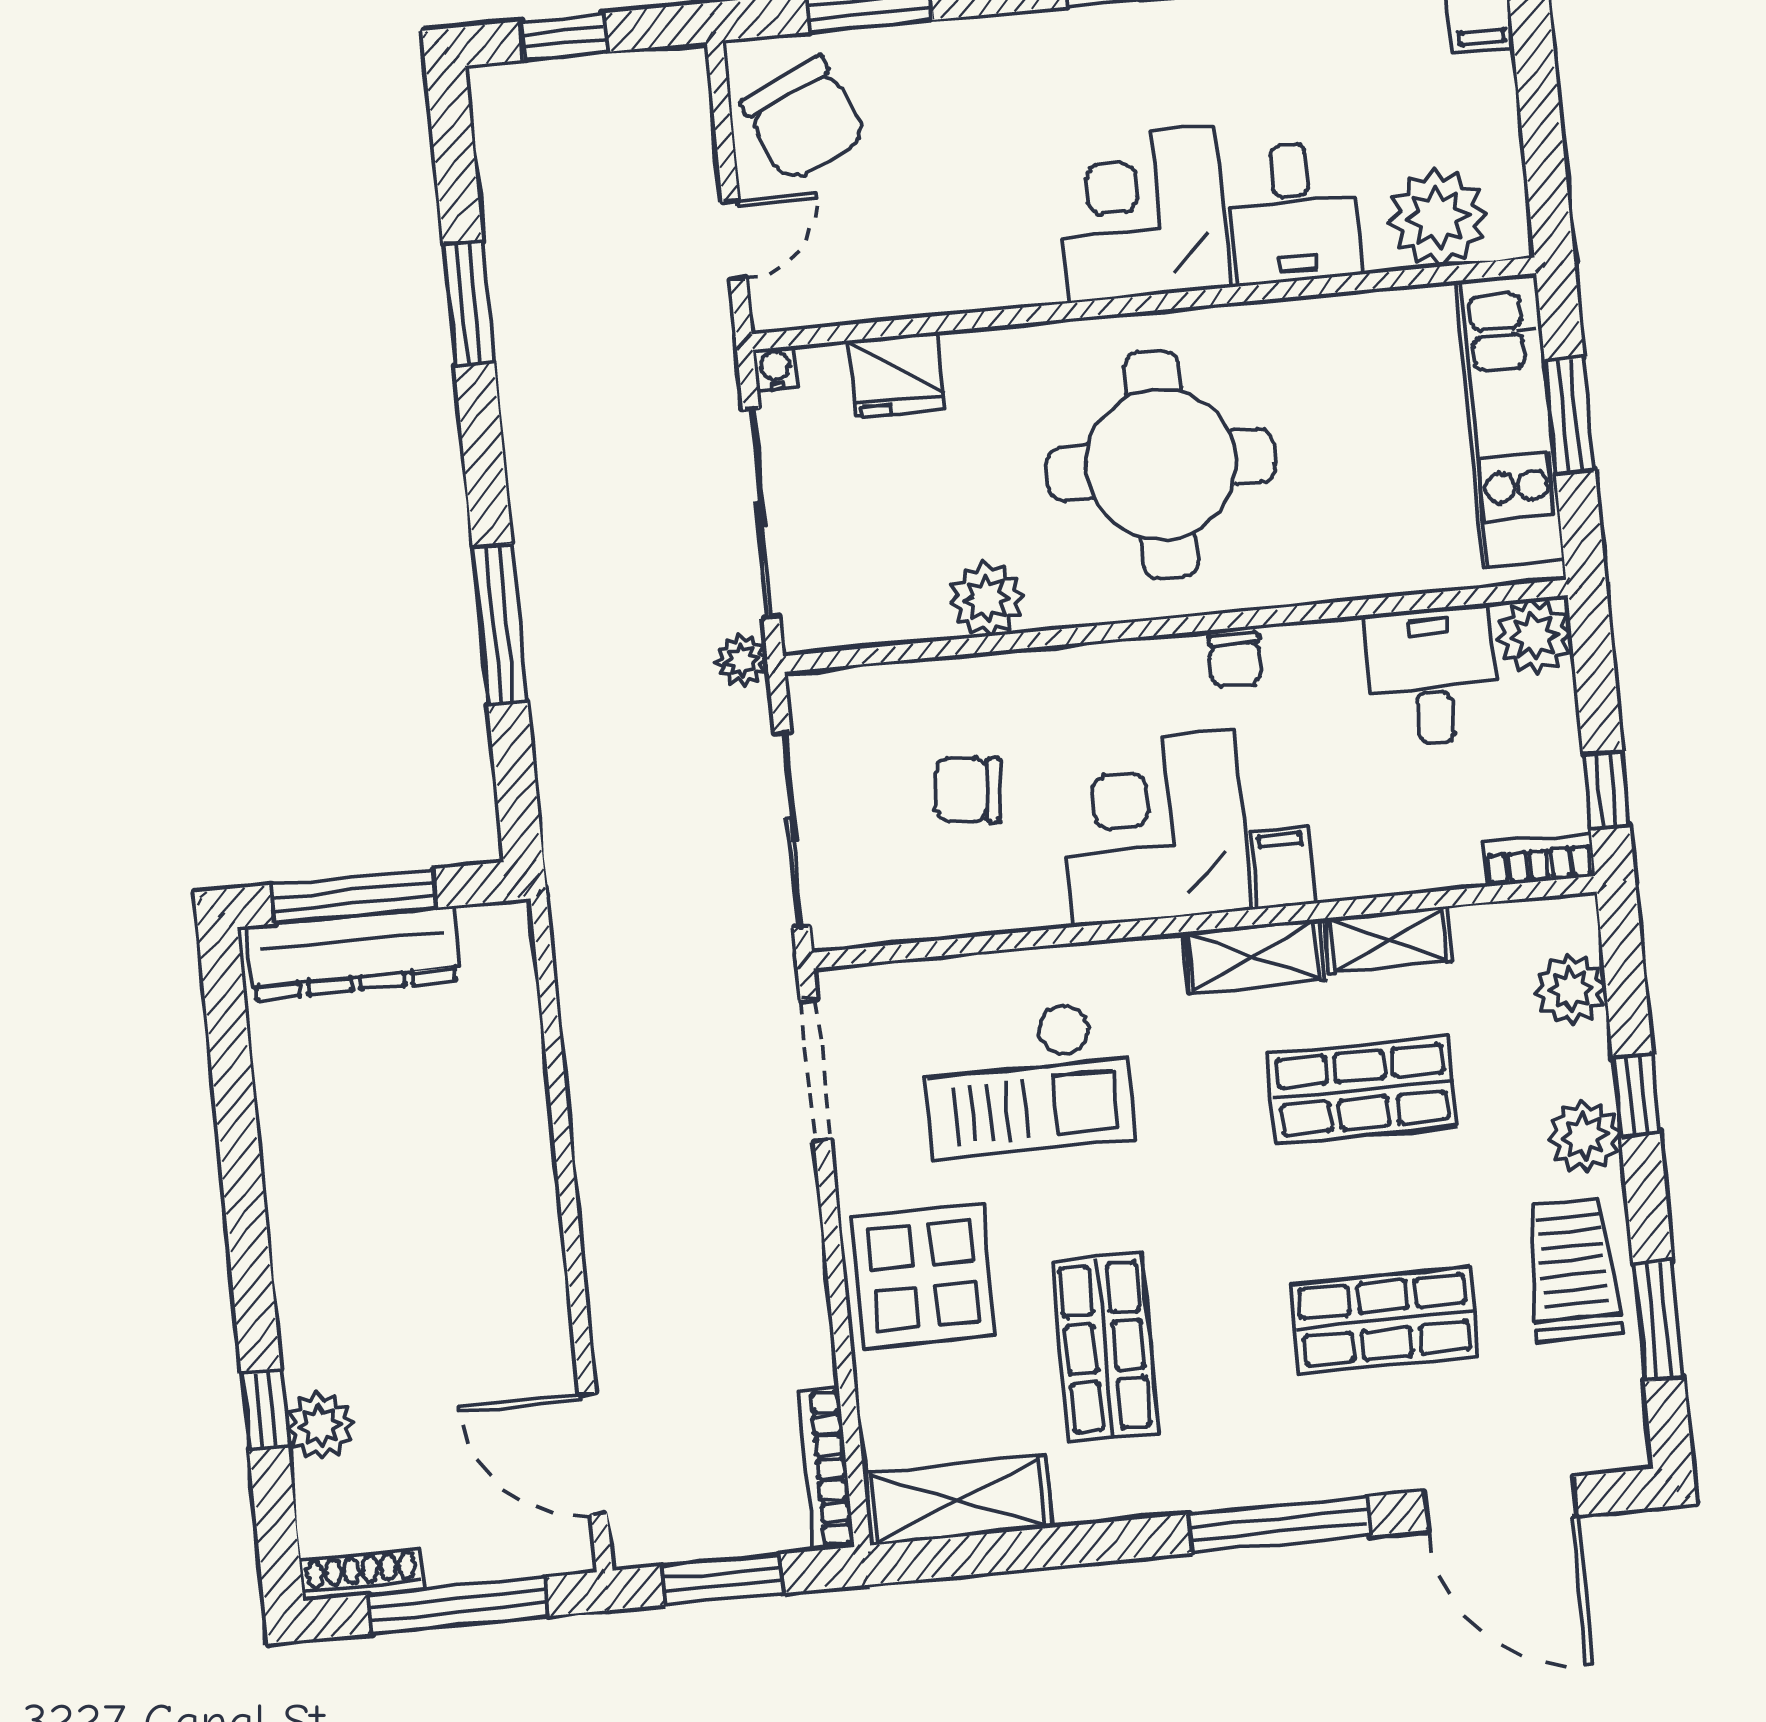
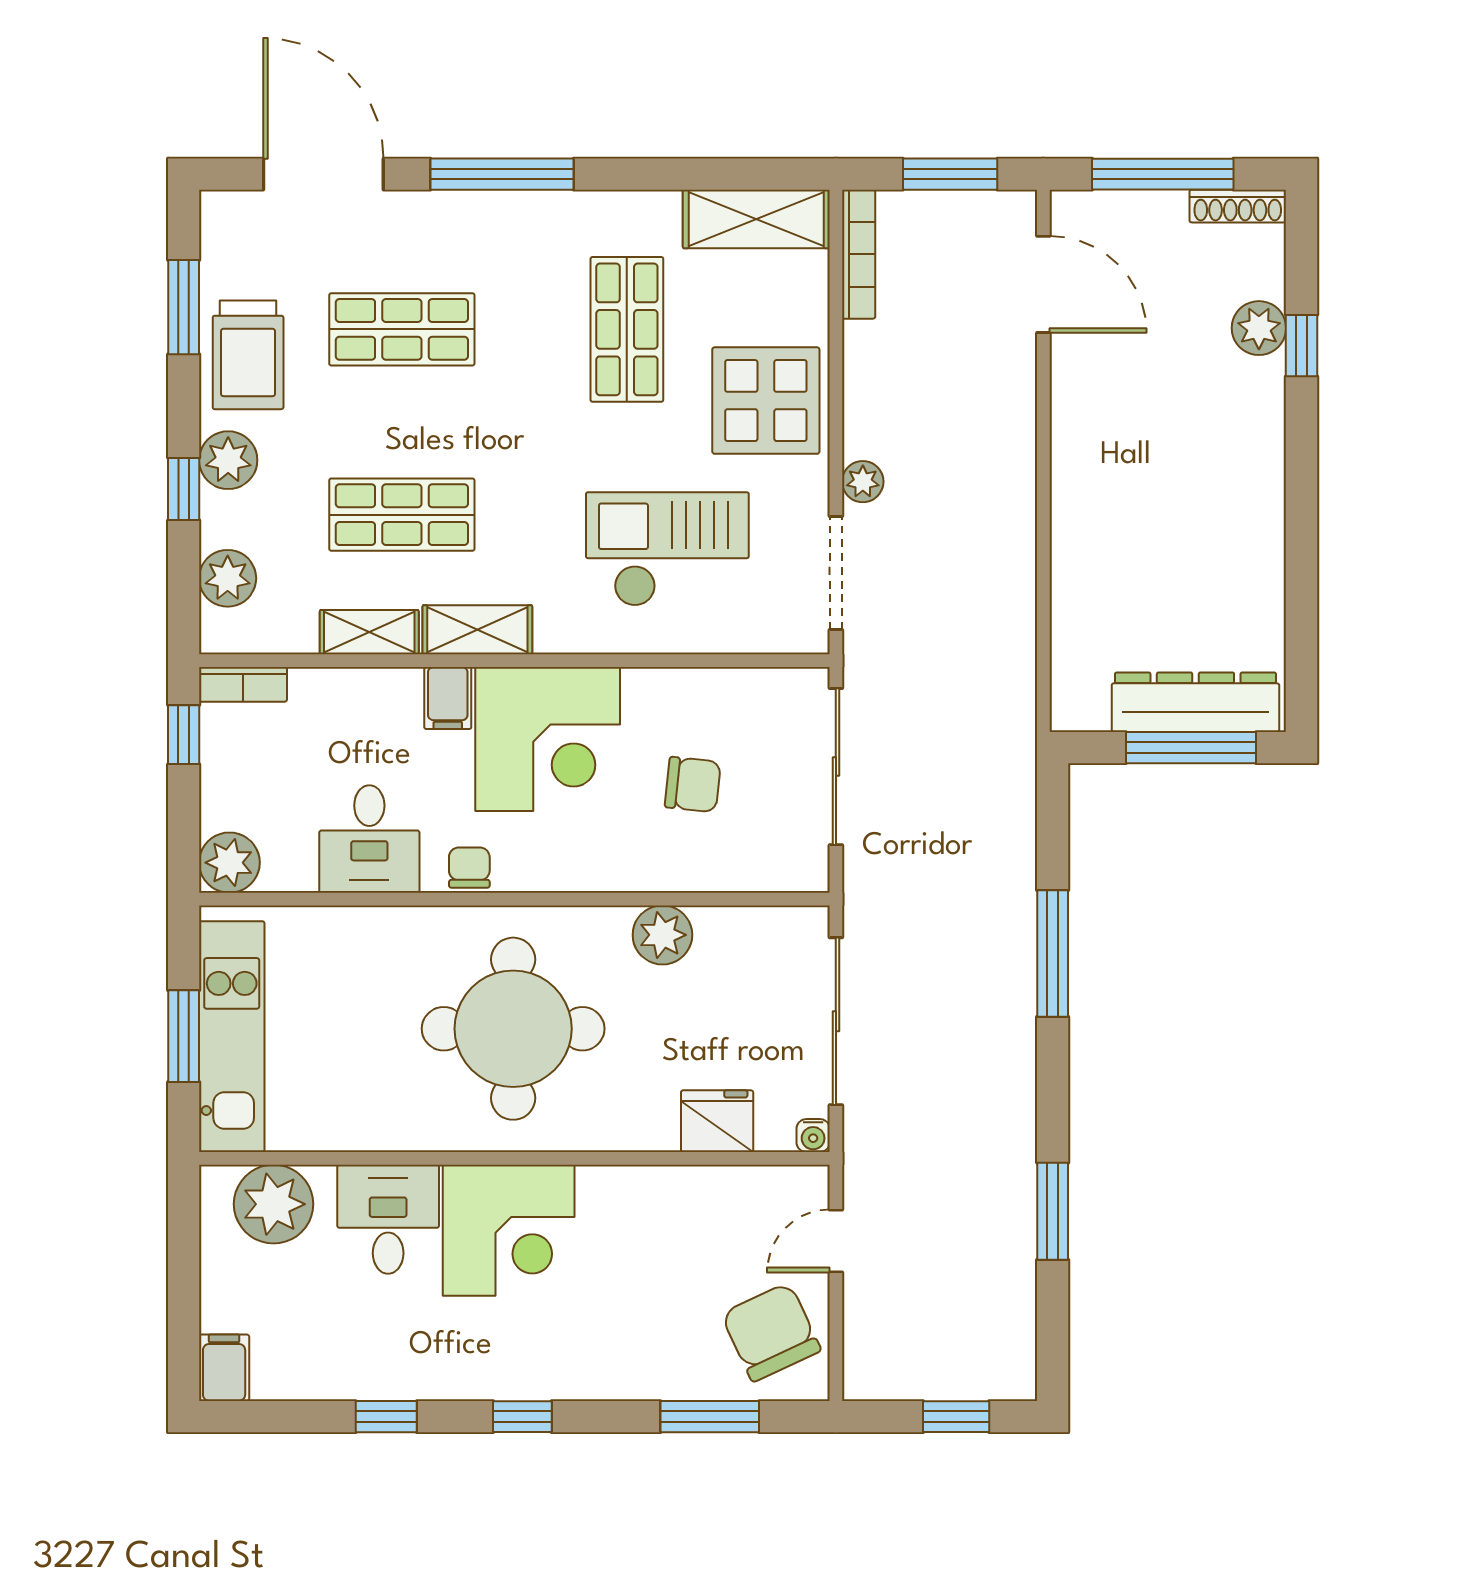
plant: (742, 661) -> (863, 482), moved
desk: (1432, 676) -> (369, 839), moved

